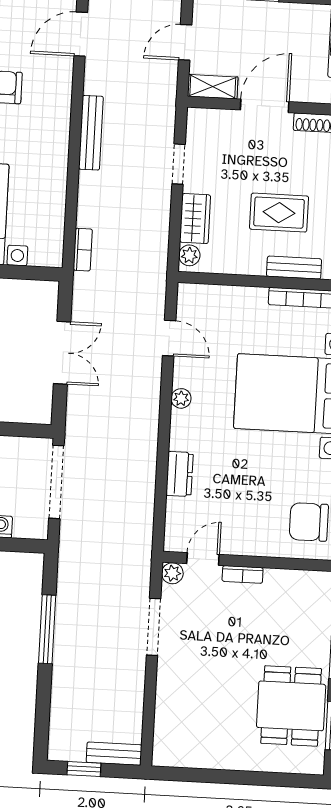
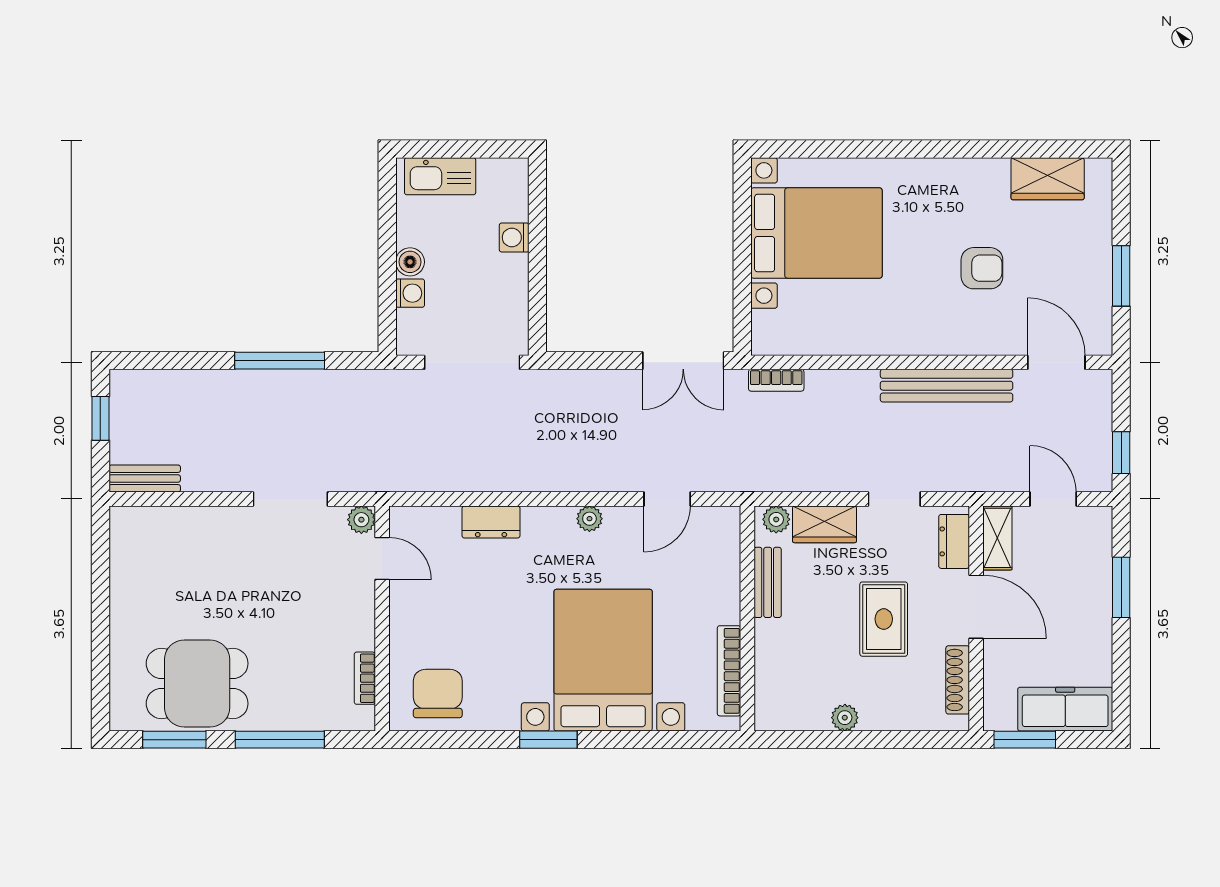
dresser: (214, 120) -> (954, 541), added
bench: (91, 133) -> (947, 386), width x1.37, depth x1.21
rug: (279, 213) -> (884, 619), moved
bench: (294, 268) -> (768, 582), moved
double door: (62, 353) -> (683, 361), moved
bookcase: (243, 574) -> (365, 678), moved
bench: (114, 754) -> (145, 479), moved, turned 90

